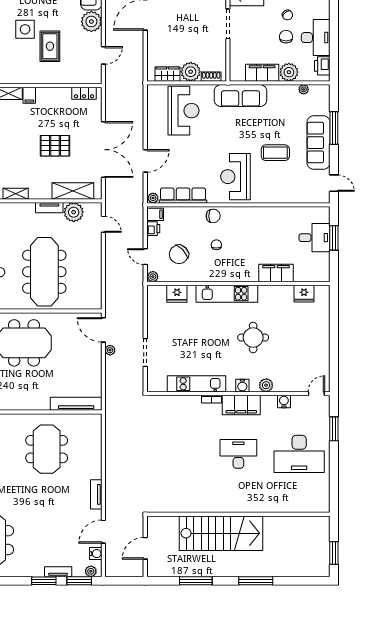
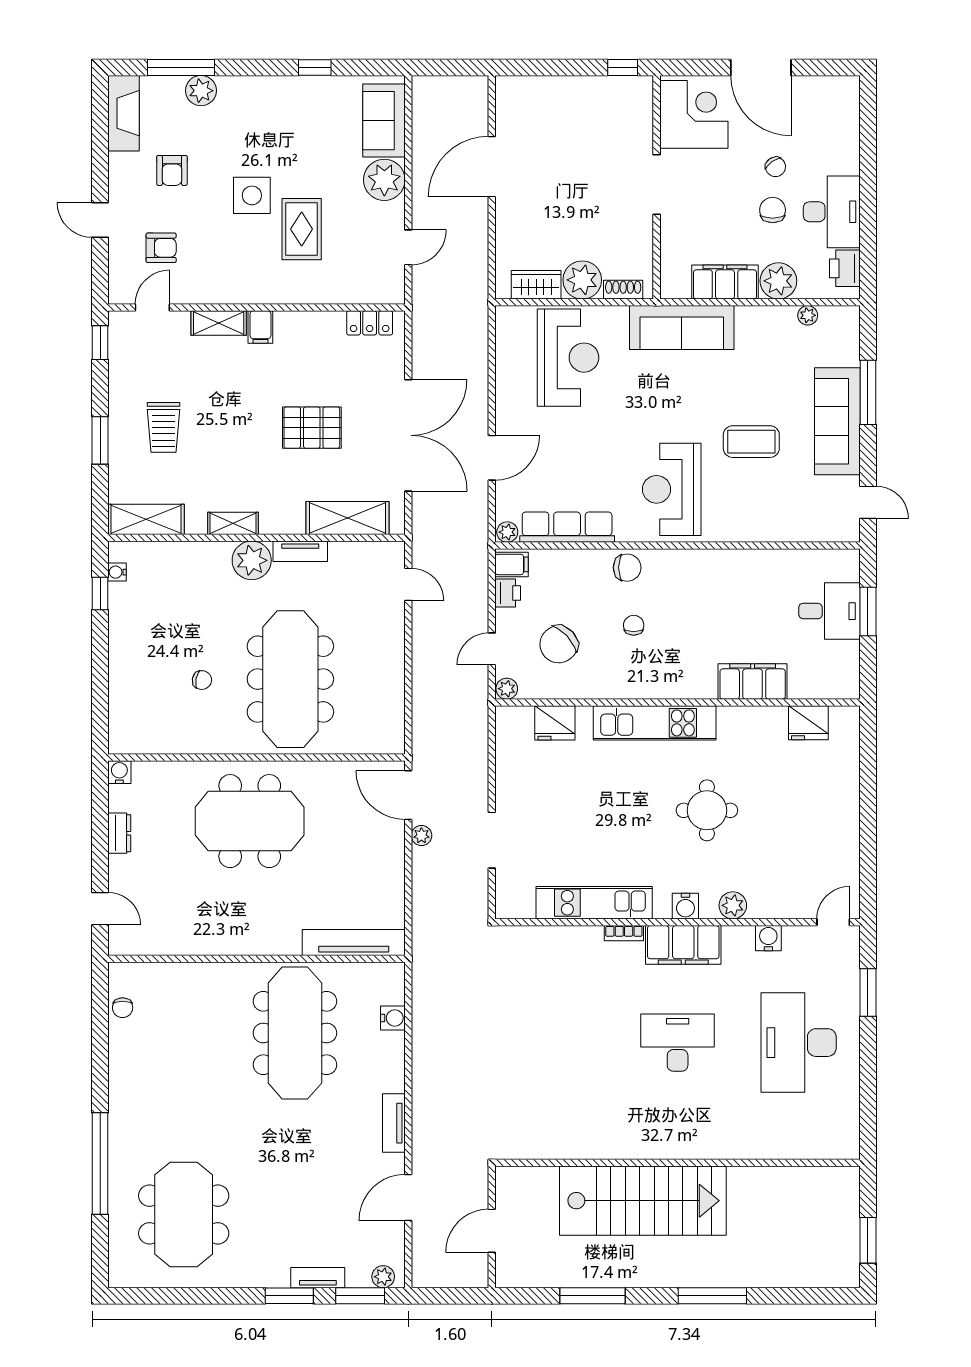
plant: (74, 212) -> (252, 560), moved
door: (145, 257) -> (492, 649), hinge flipped
meeting table: (47, 449) -> (295, 1033), width x1.36
desk: (299, 454) -> (799, 1043), turned 90
water cooler: (96, 554) -> (393, 1018), moved

